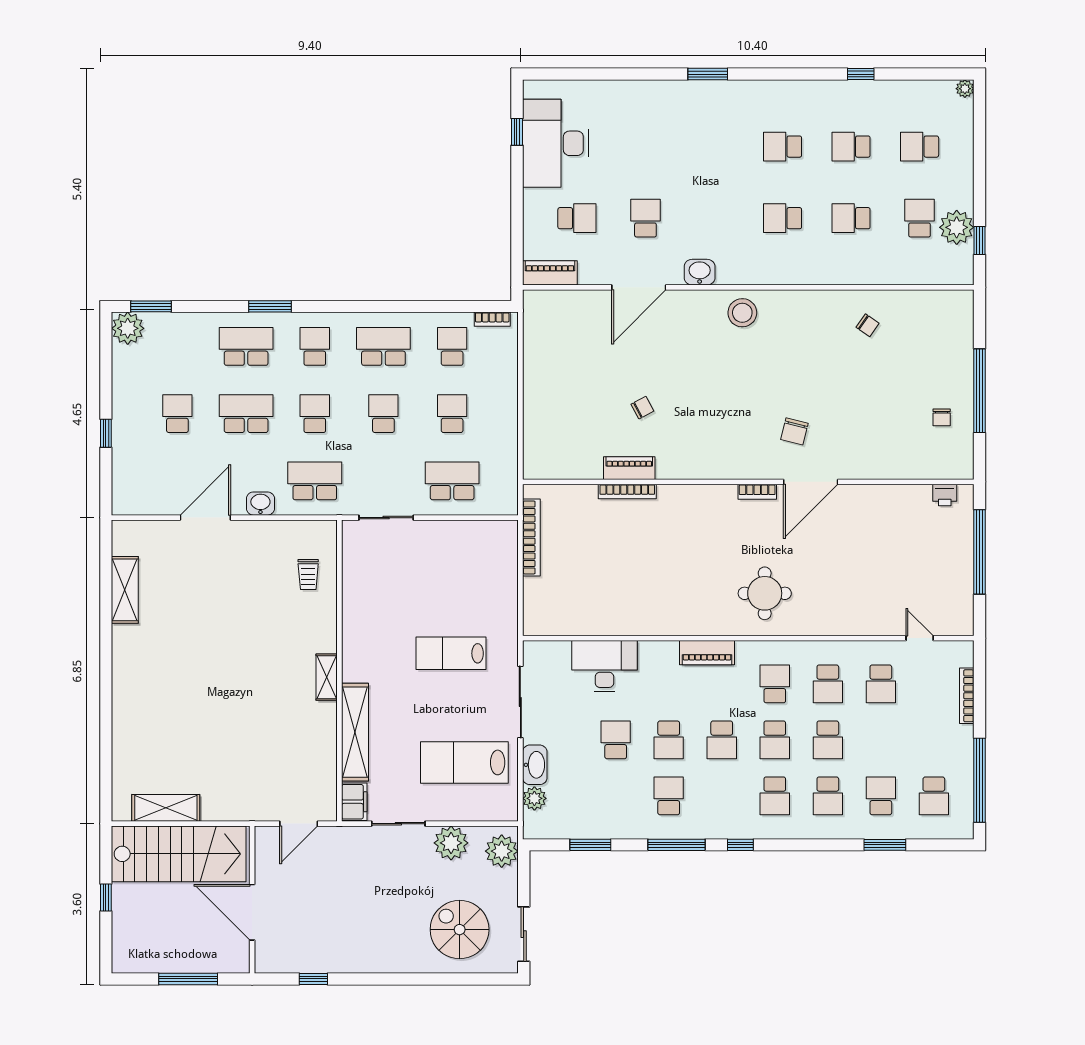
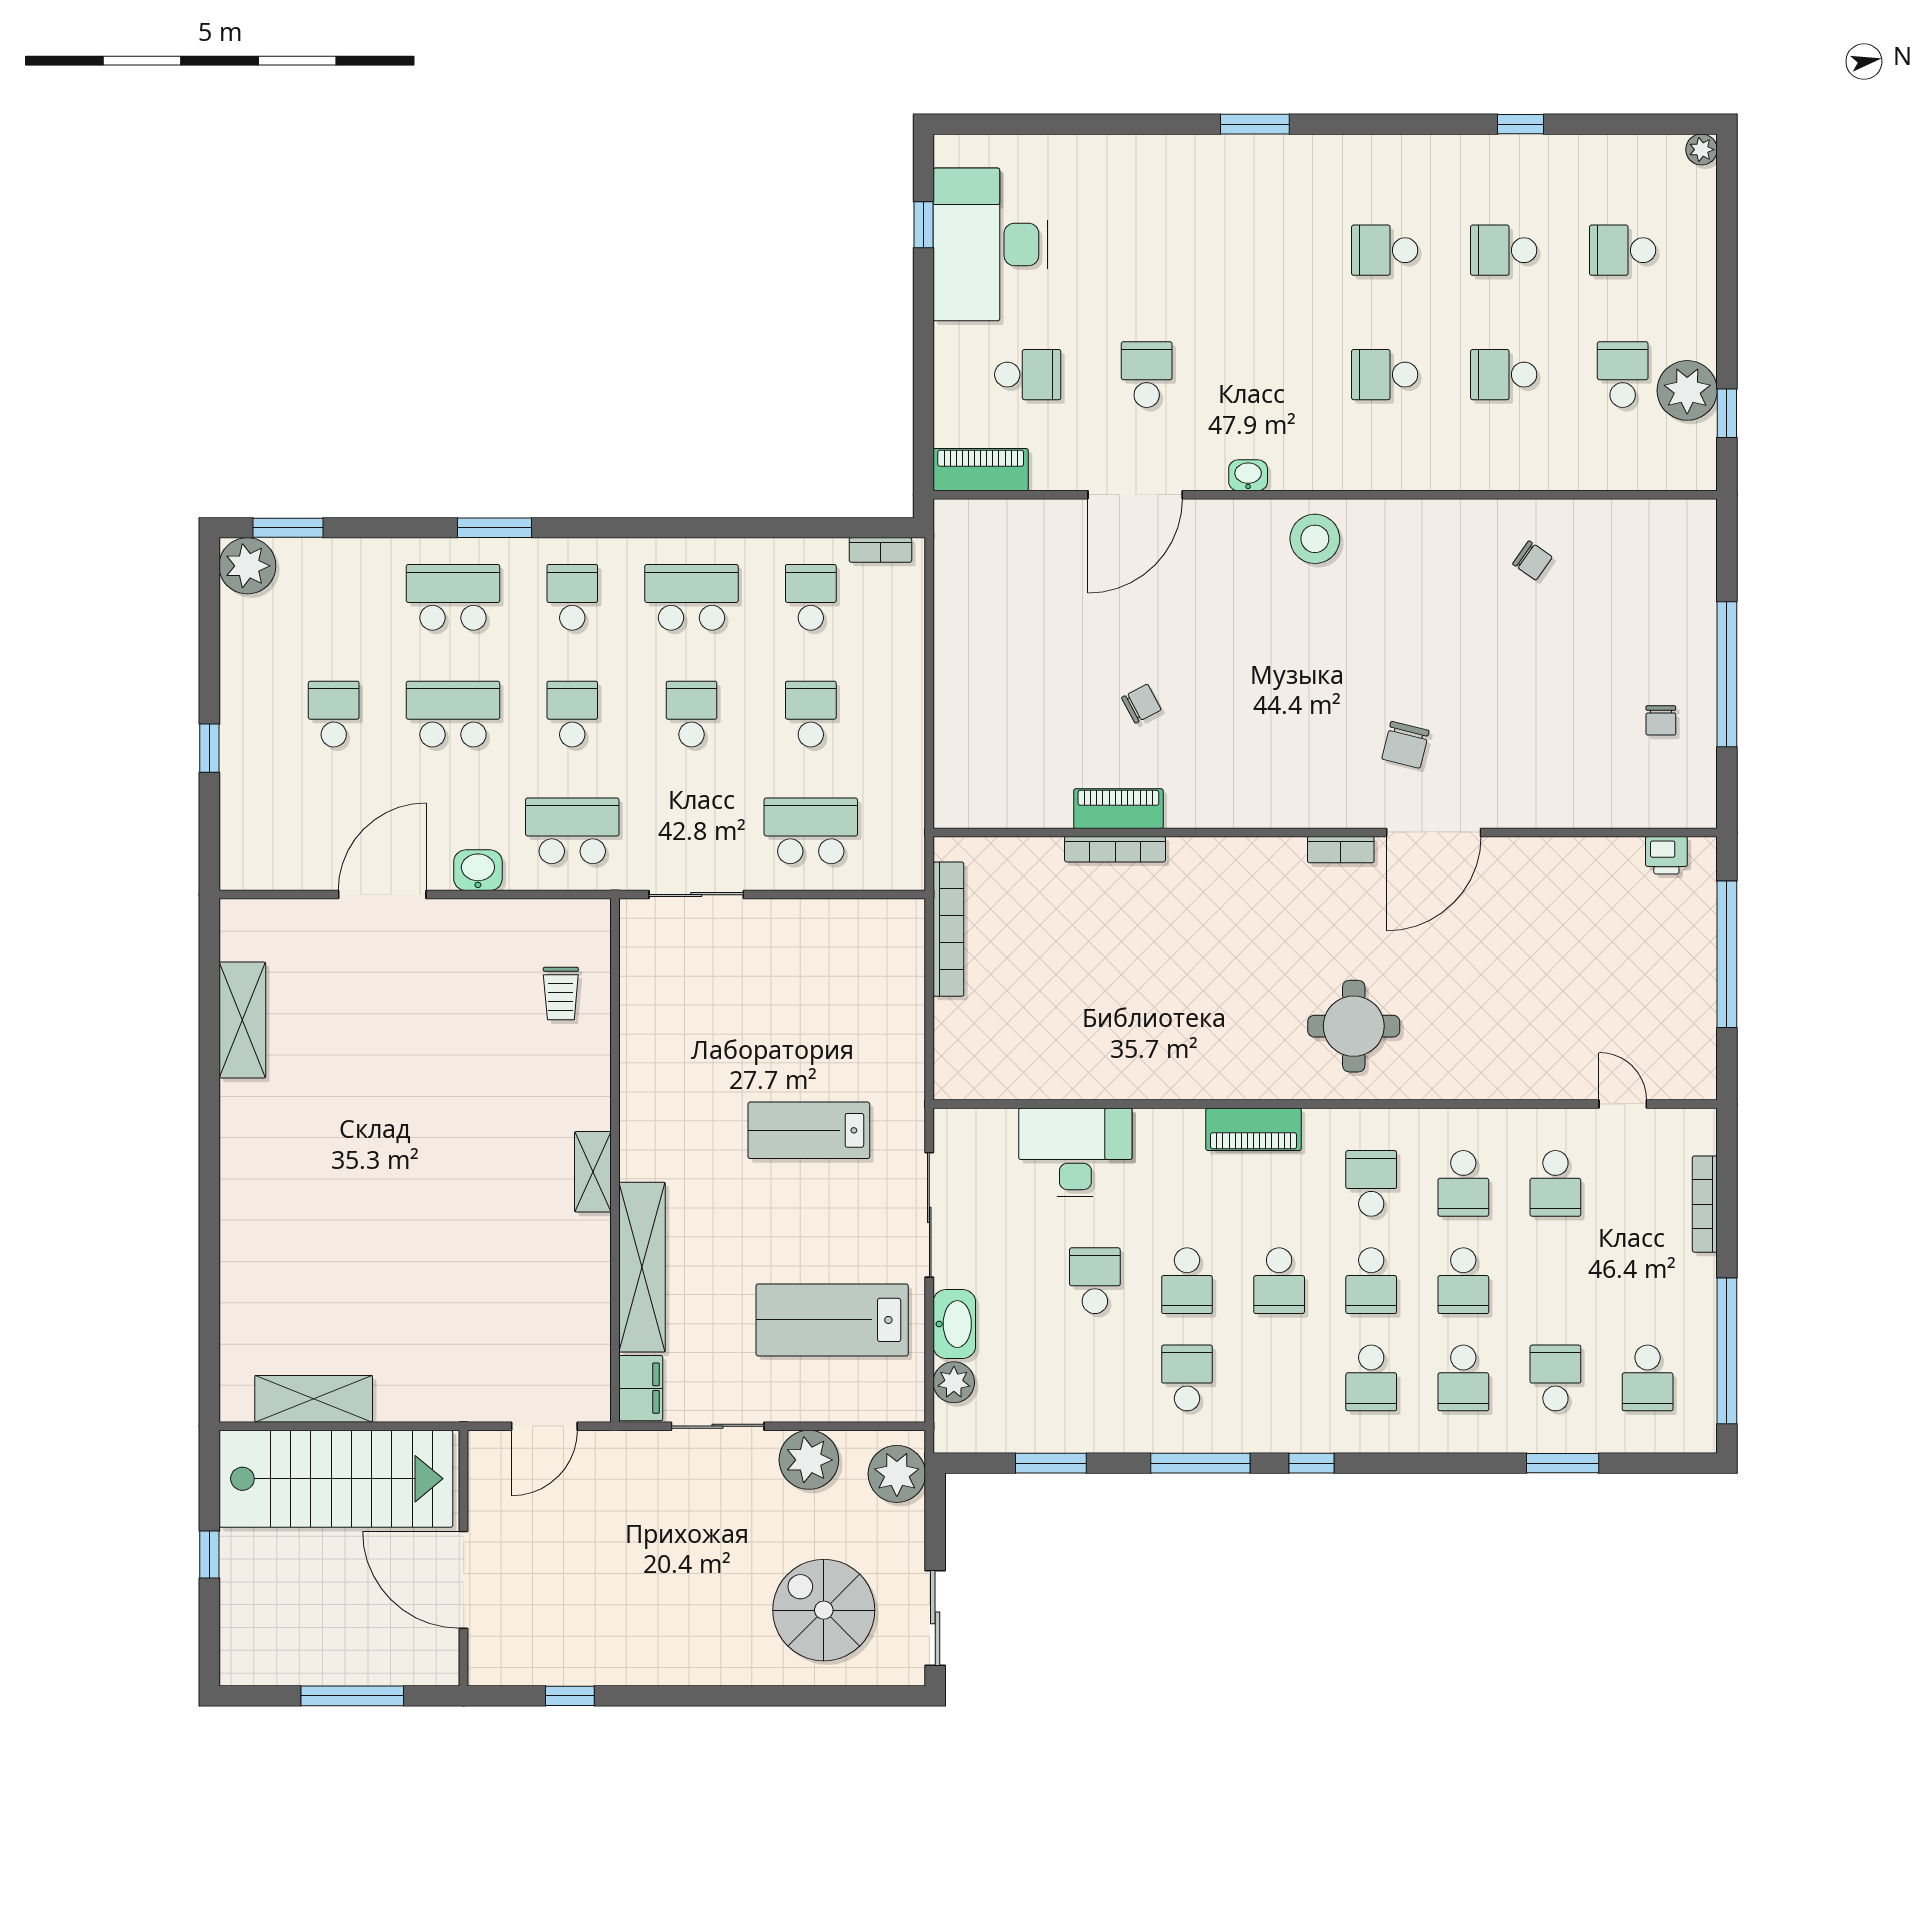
washbasin: (700, 272) -> (1248, 475), width x0.72, depth x0.69

